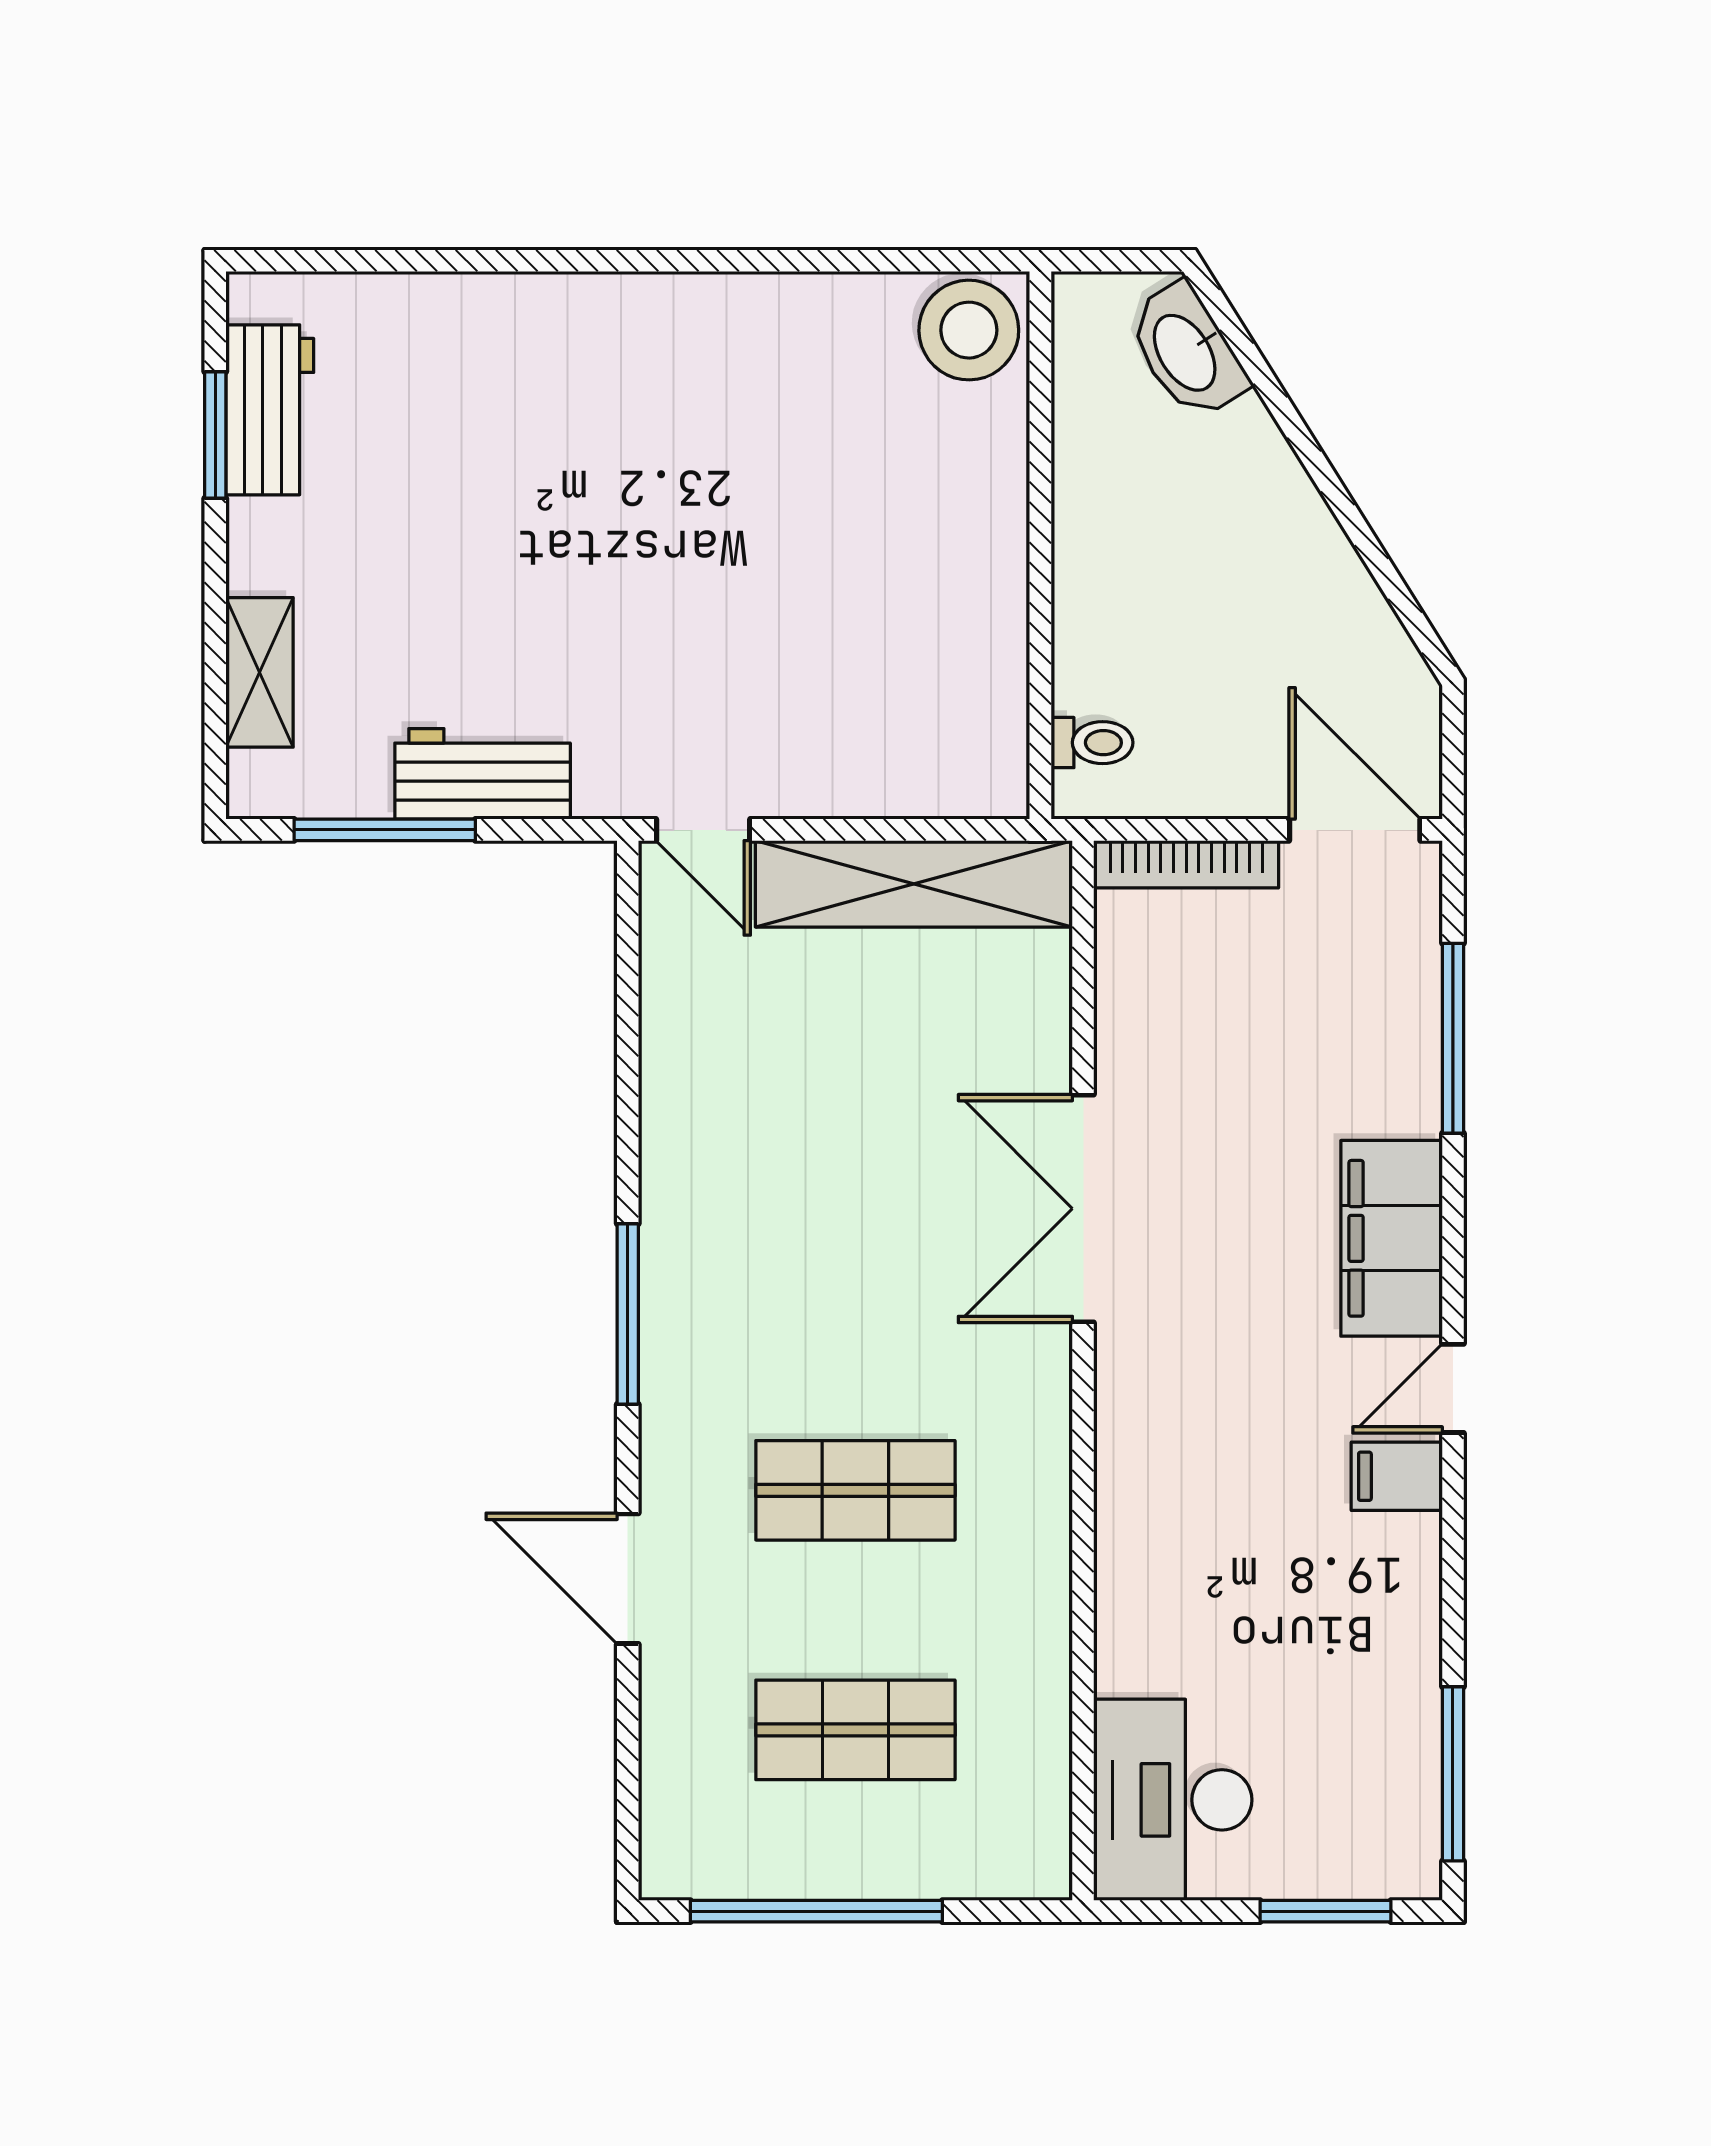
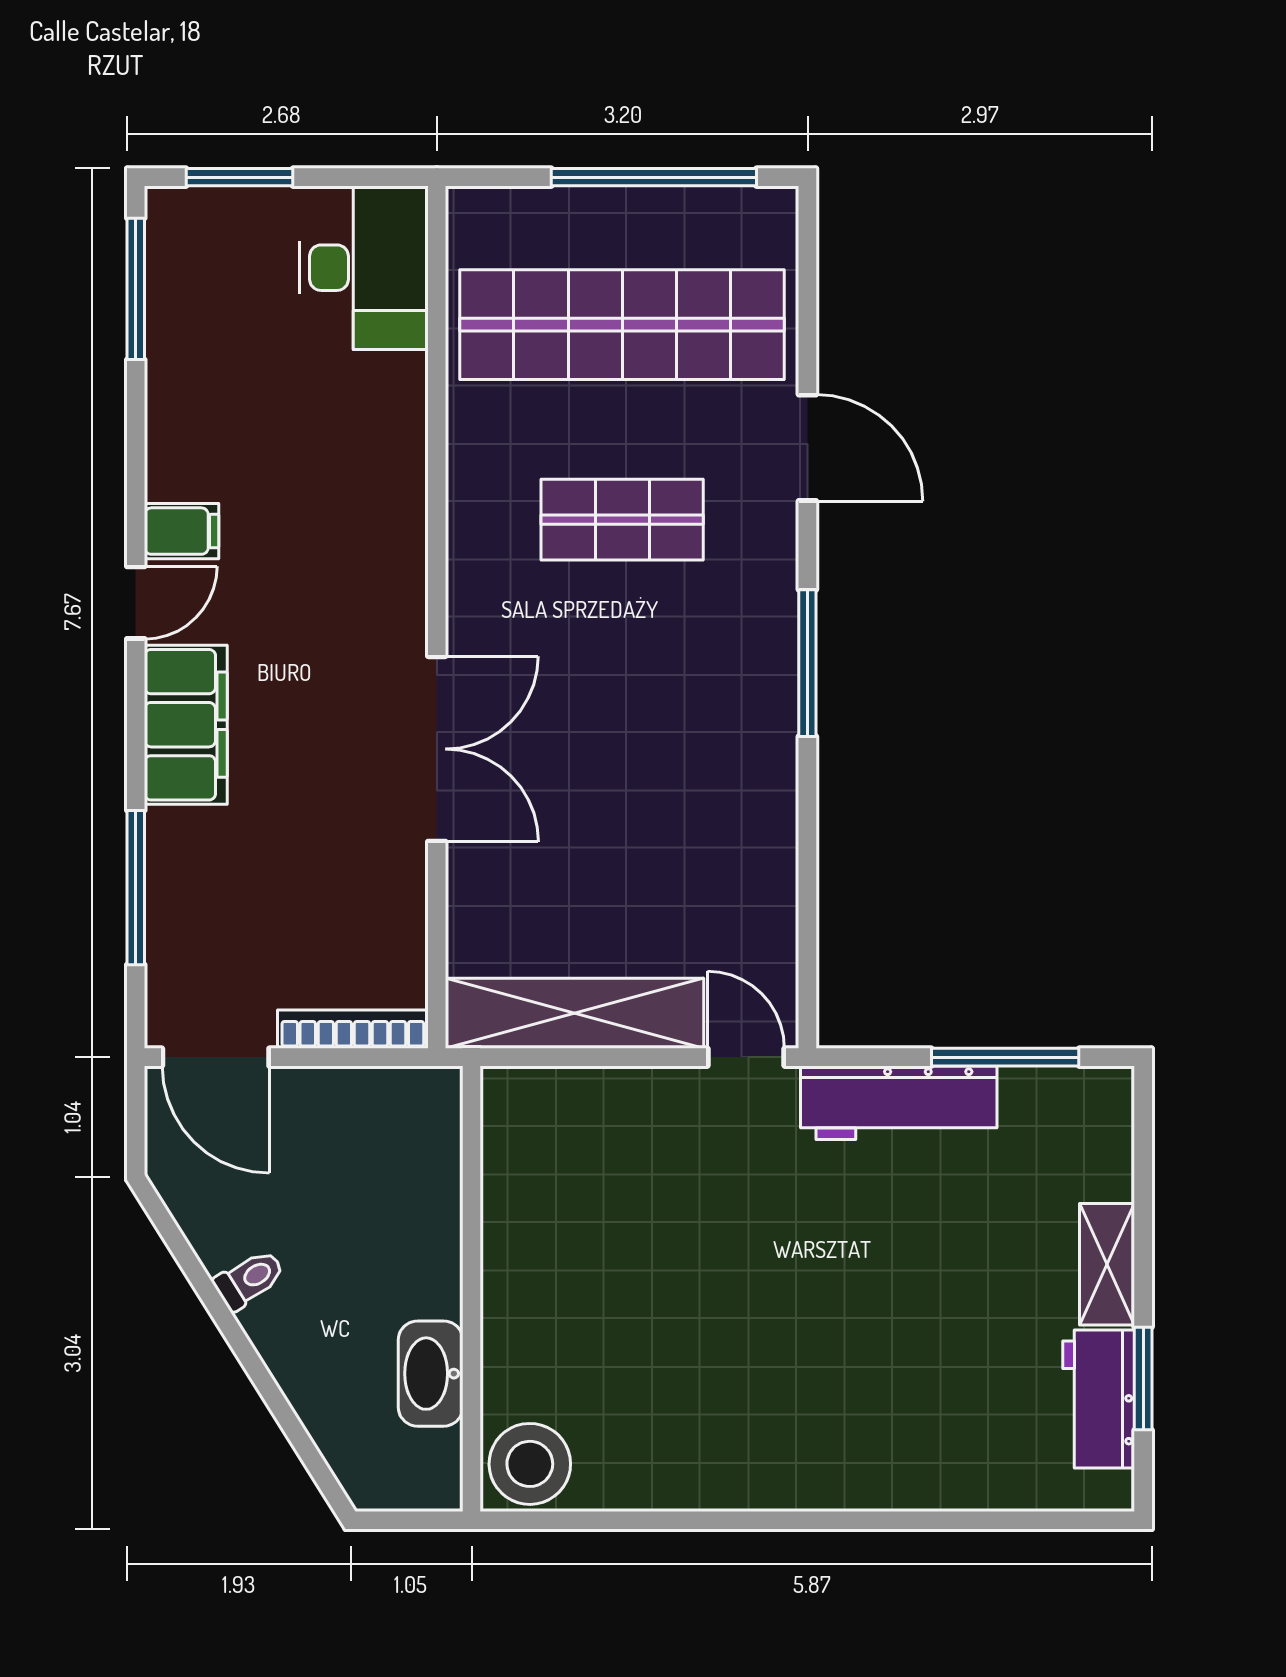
washbasin: (1187, 351) -> (431, 1374), moved, turned -148
shelving: (260, 672) -> (1107, 1264), moved
toilet: (1092, 743) -> (249, 1280), moved, turned 148
workbench: (483, 774) -> (899, 1103), width x1.38
shop shelf: (855, 1730) -> (622, 325), width x2.00, depth x1.36

